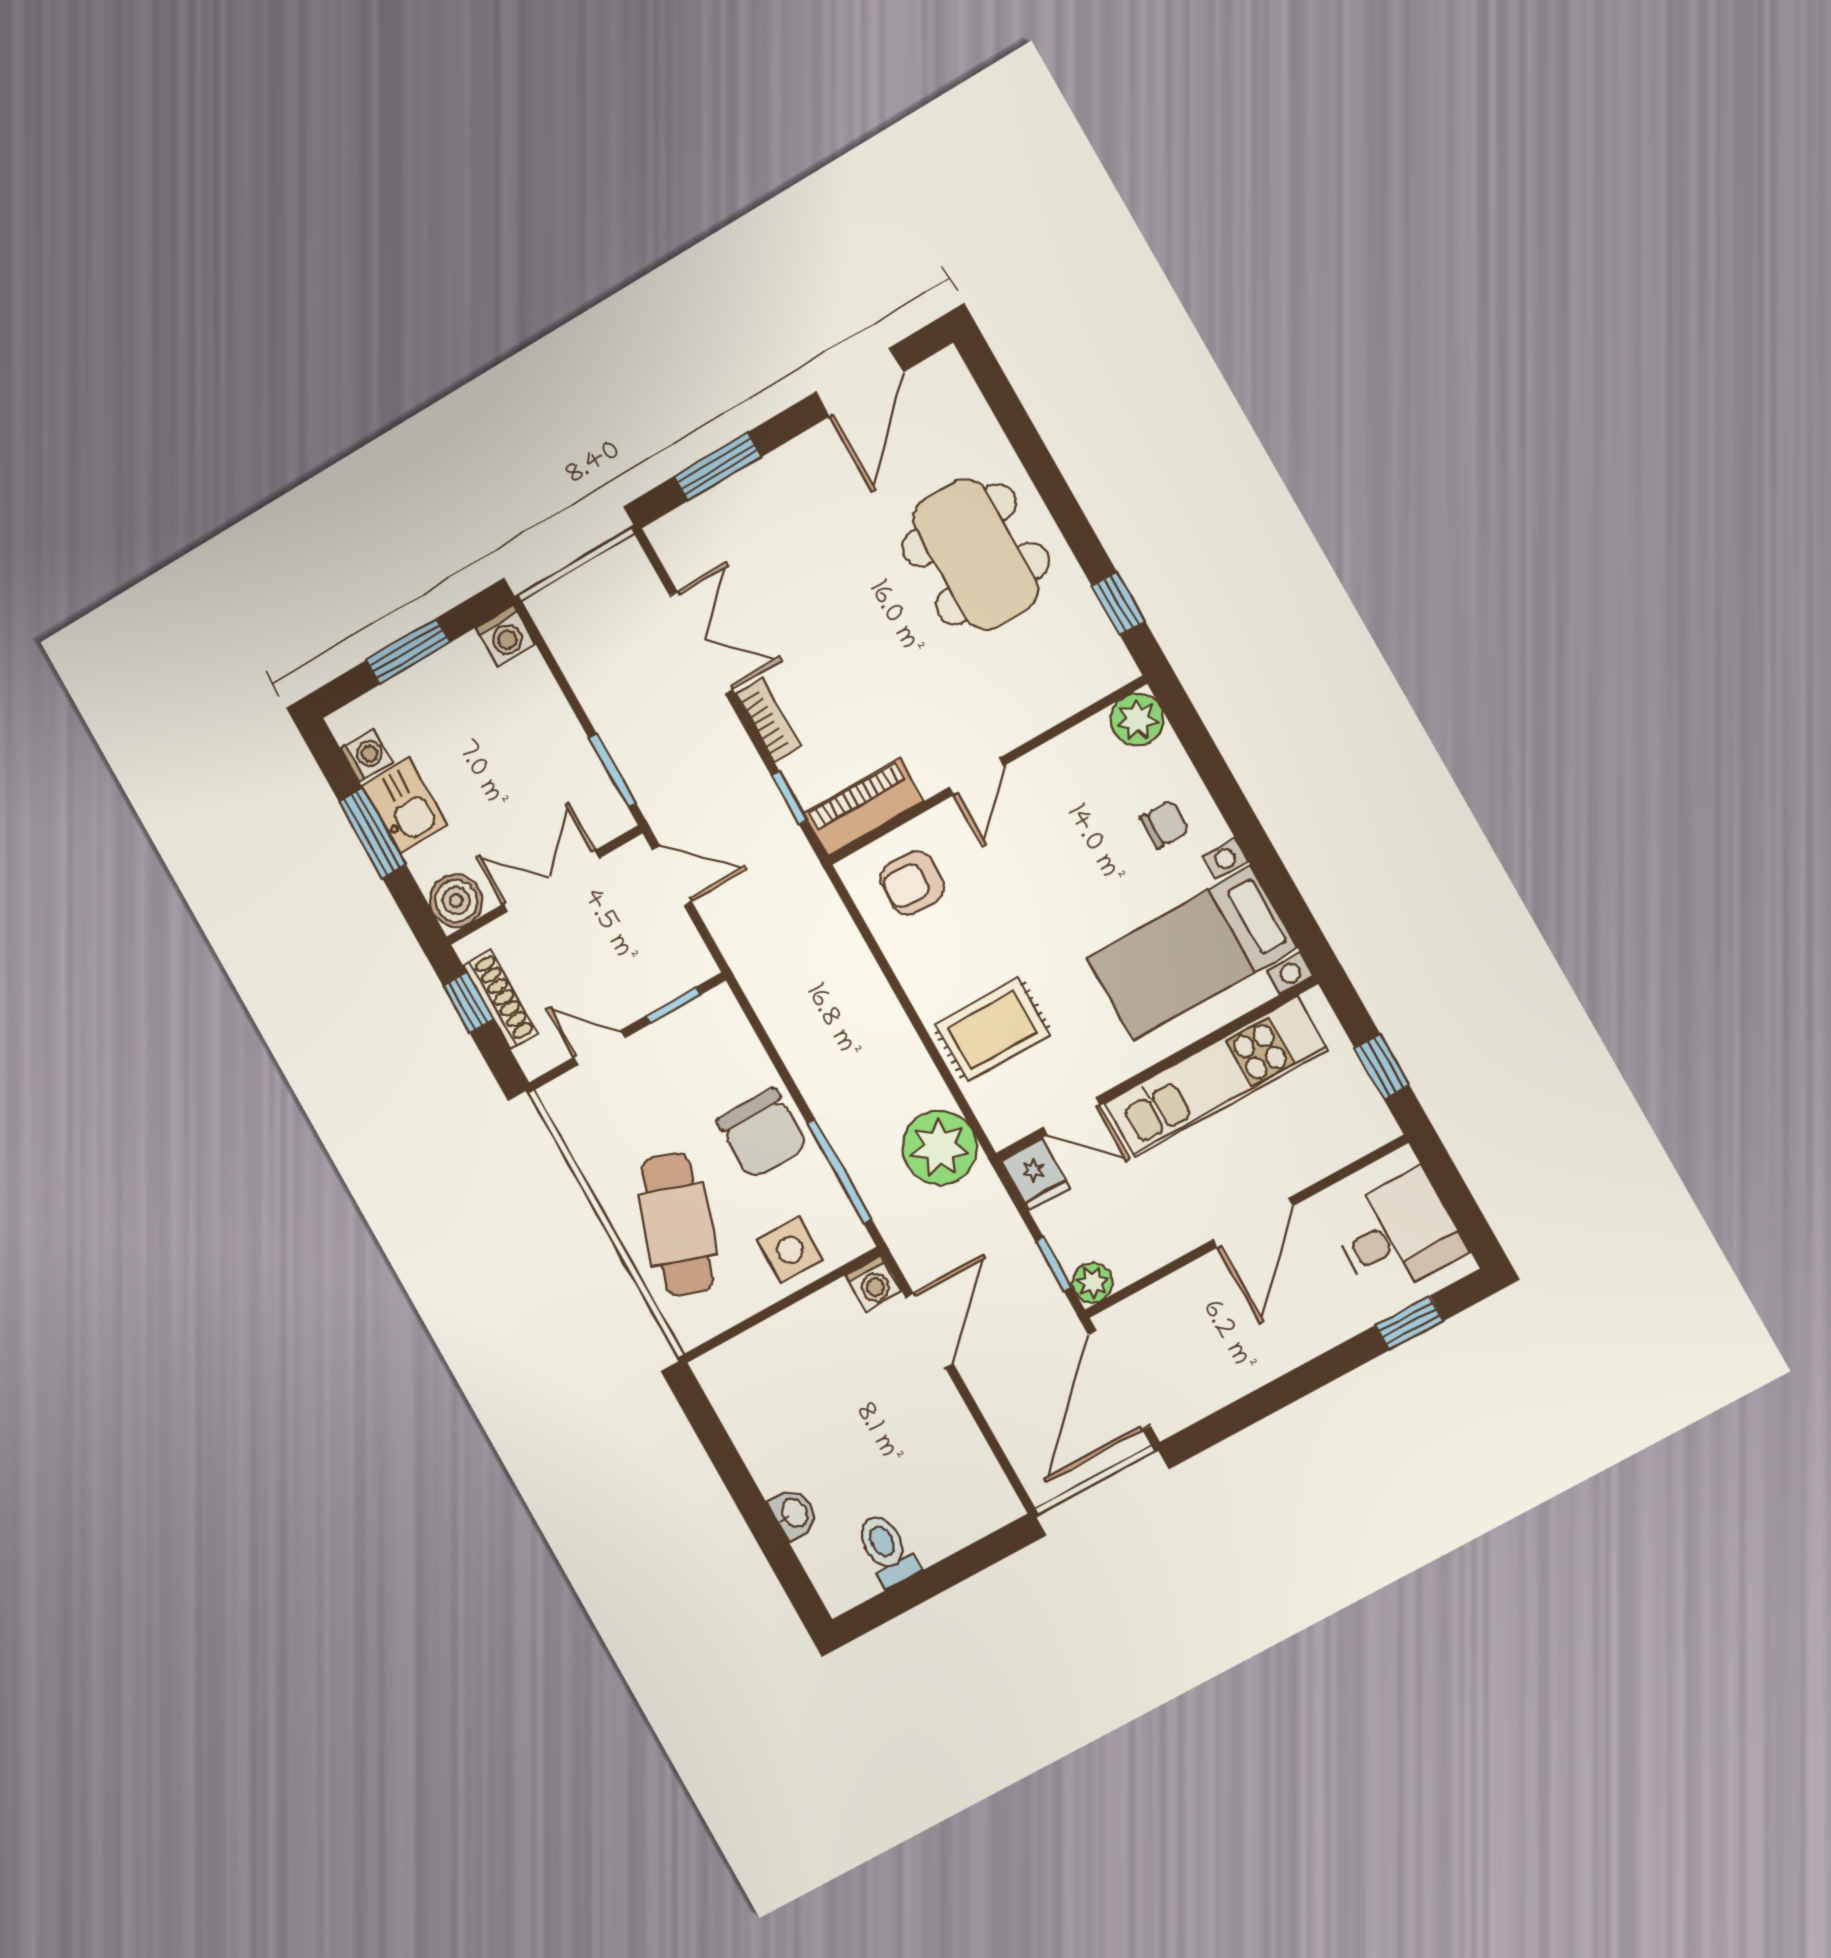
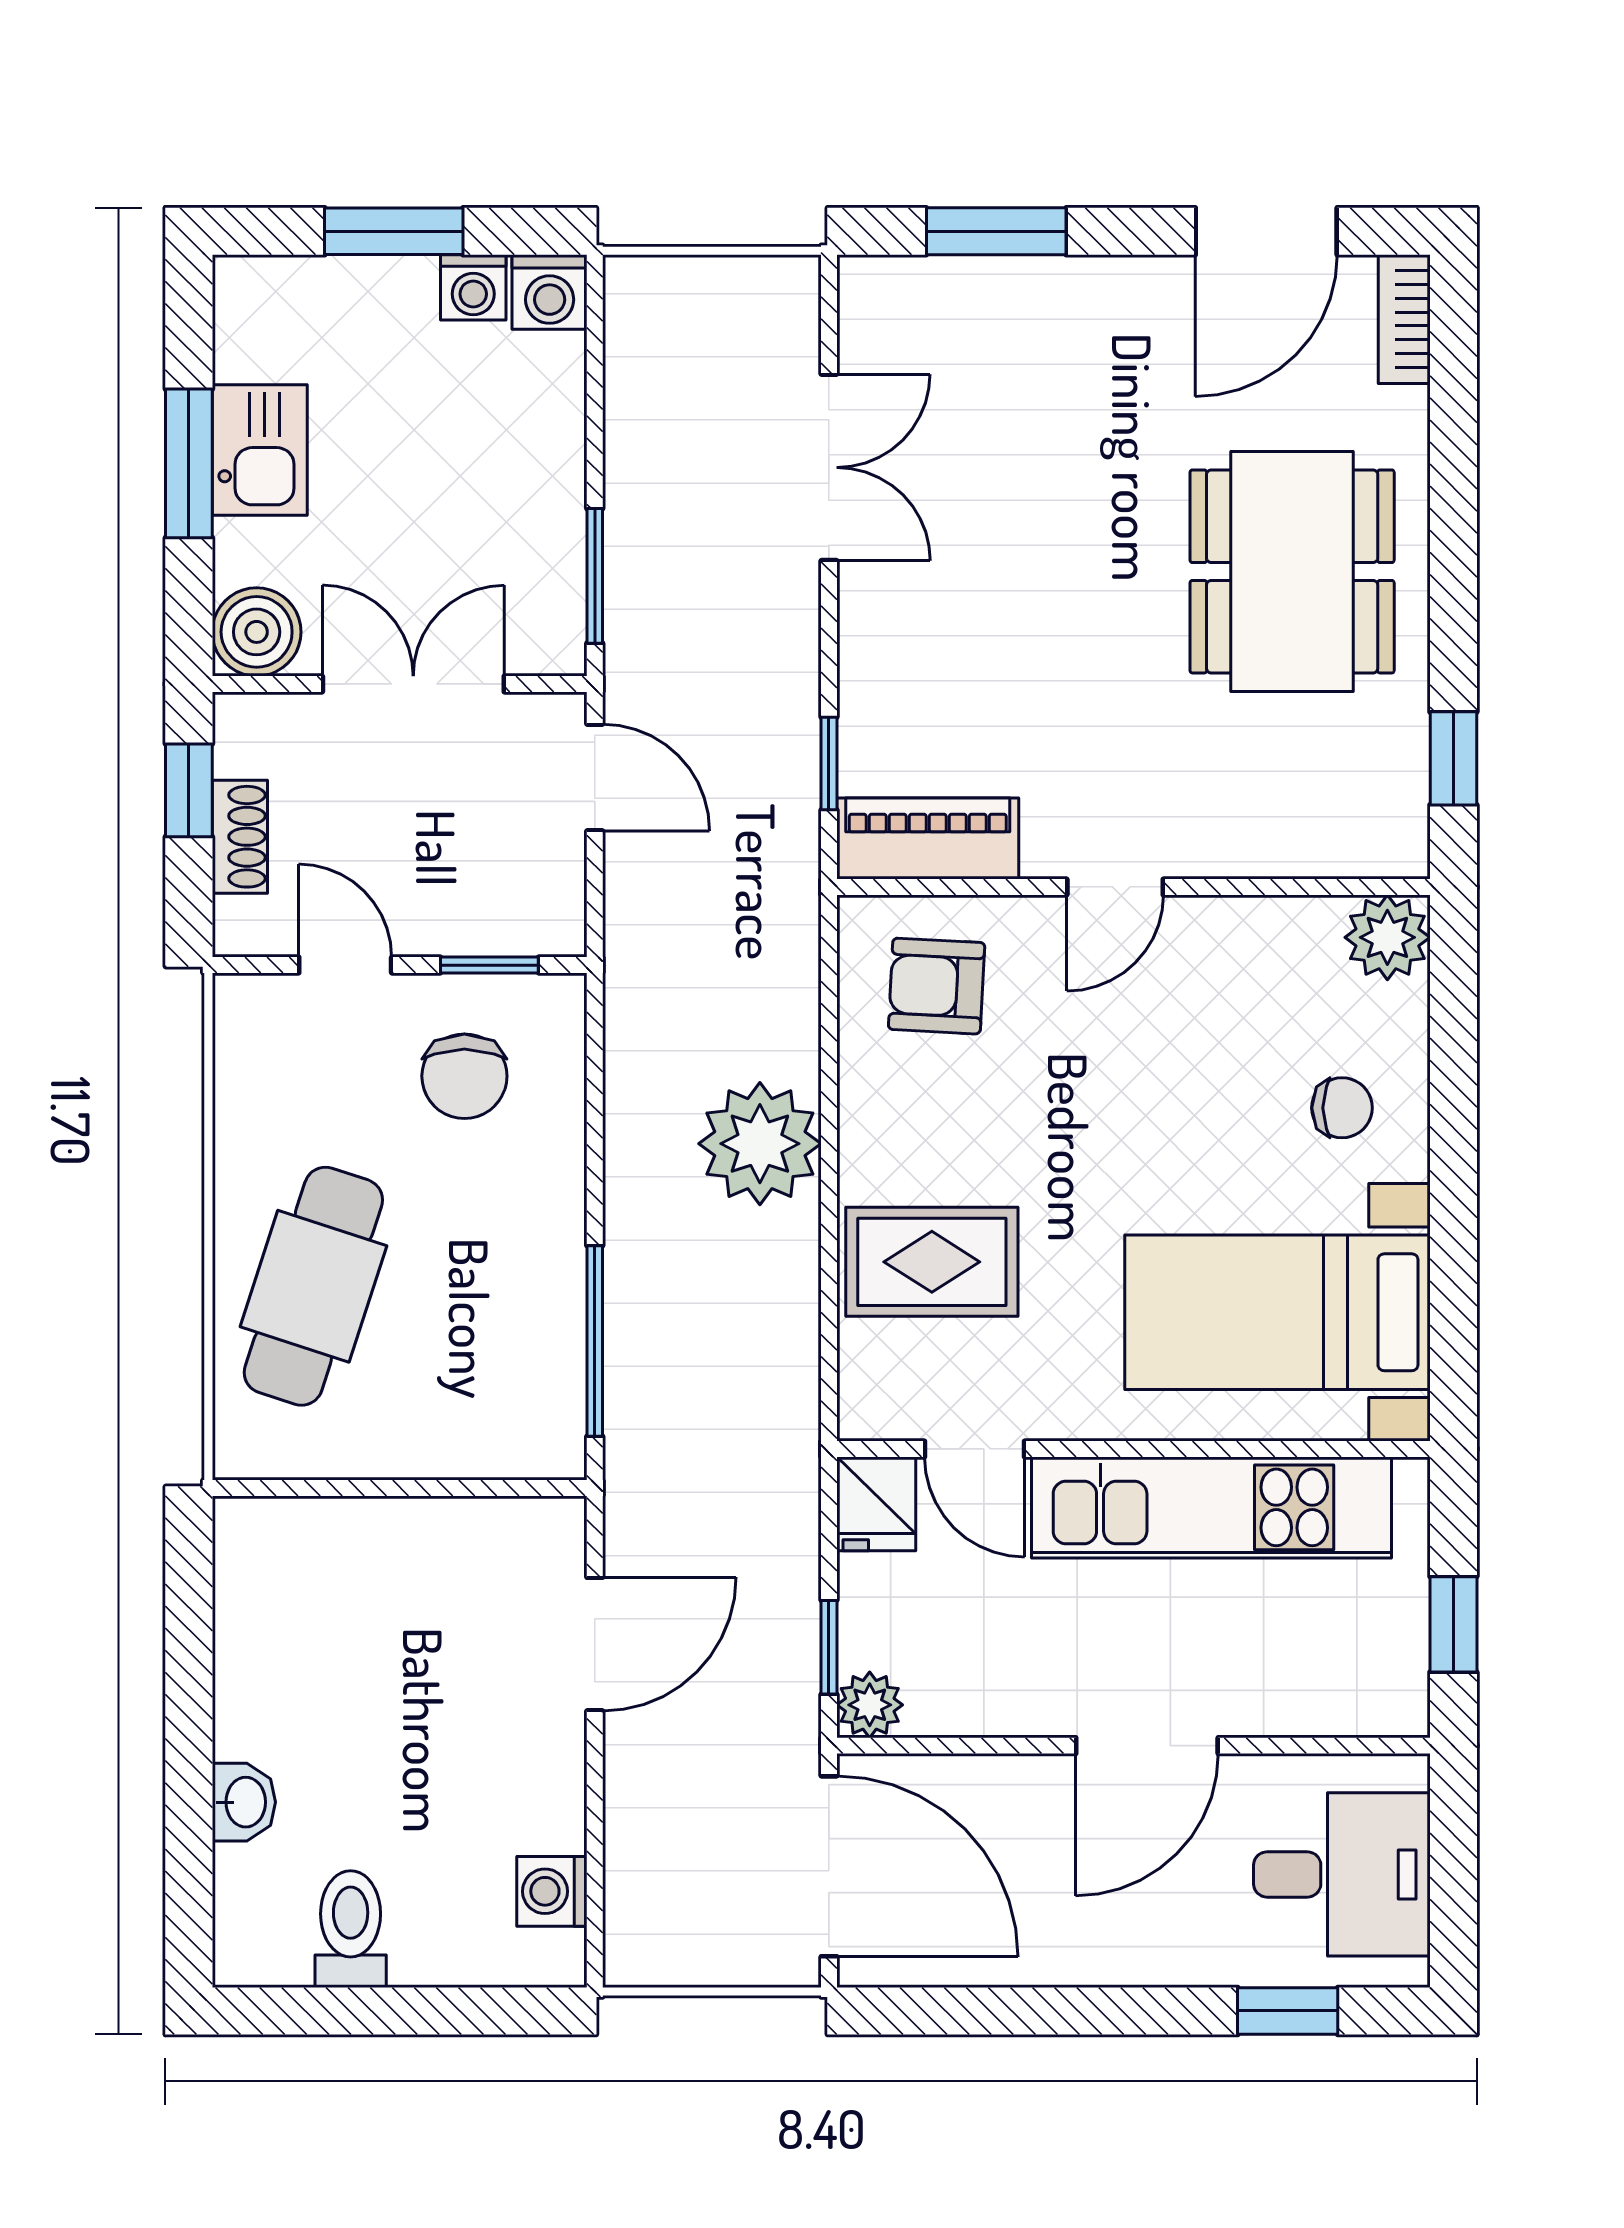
bookcase: (769, 720) -> (1404, 319), moved, turned 180
washing machine: (366, 755) -> (473, 287), moved, turned 90
shoe rack: (501, 999) -> (240, 837), width x0.70
chair: (762, 1134) -> (464, 1076), moved, width x0.73, depth x0.73
plant: (940, 1148) -> (760, 1144), moved
side table: (790, 1250) -> (458, 1415), removed
washing machine: (873, 1283) -> (552, 1891), moved, turned 90
door: (1119, 1380) -> (829, 1866), swing flipped

